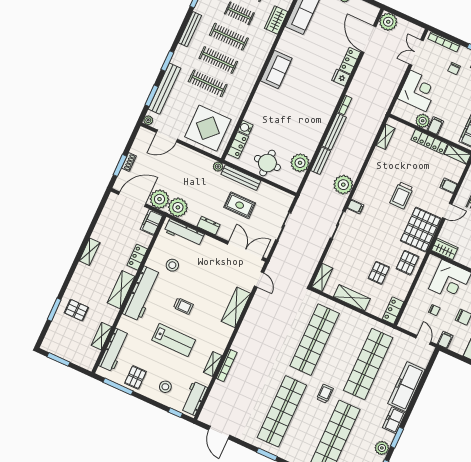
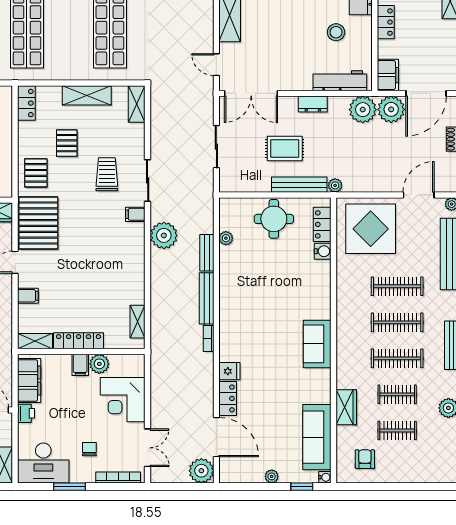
plant: (300, 163) -> (226, 238), width x0.53, depth x0.53
trolley: (402, 195) -> (107, 174), moved

